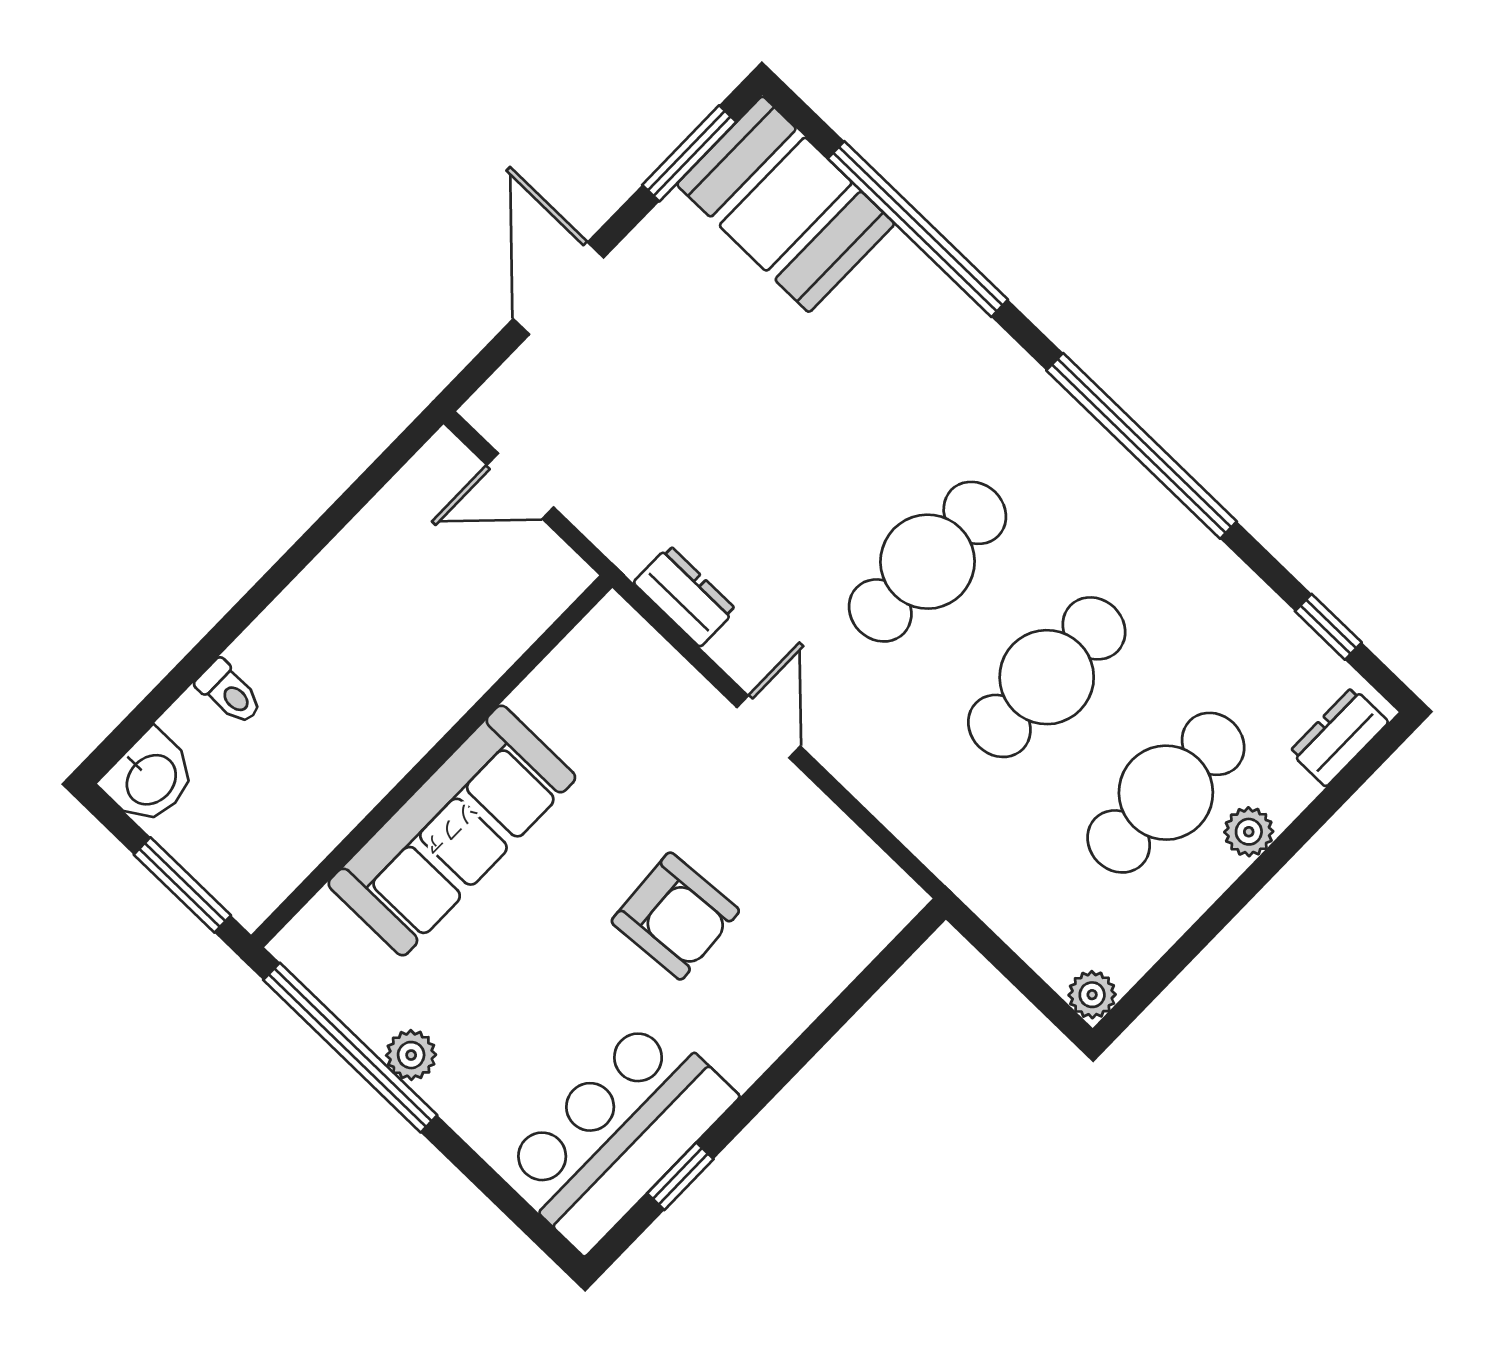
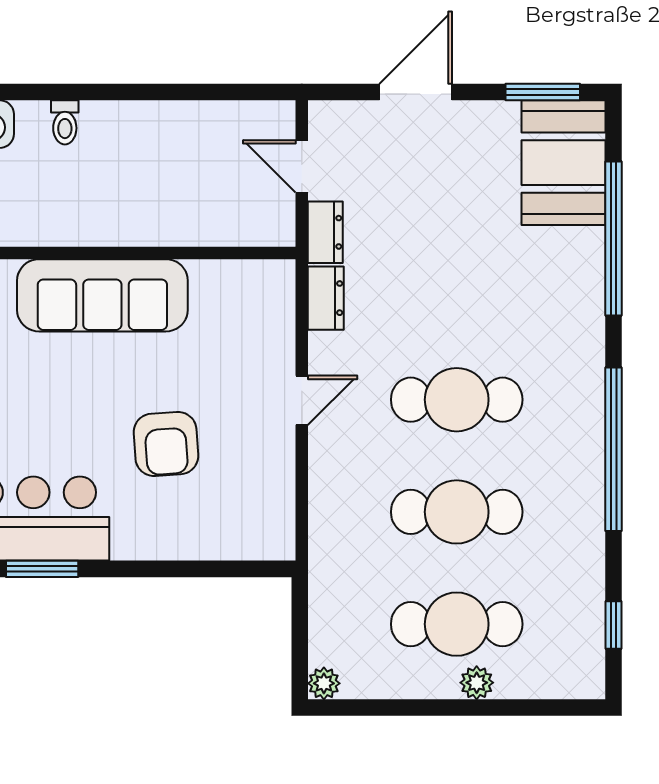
dresser: (1339, 737) -> (325, 232), moved, turned 90
window: (680, 1176) -> (42, 569), width x1.50

